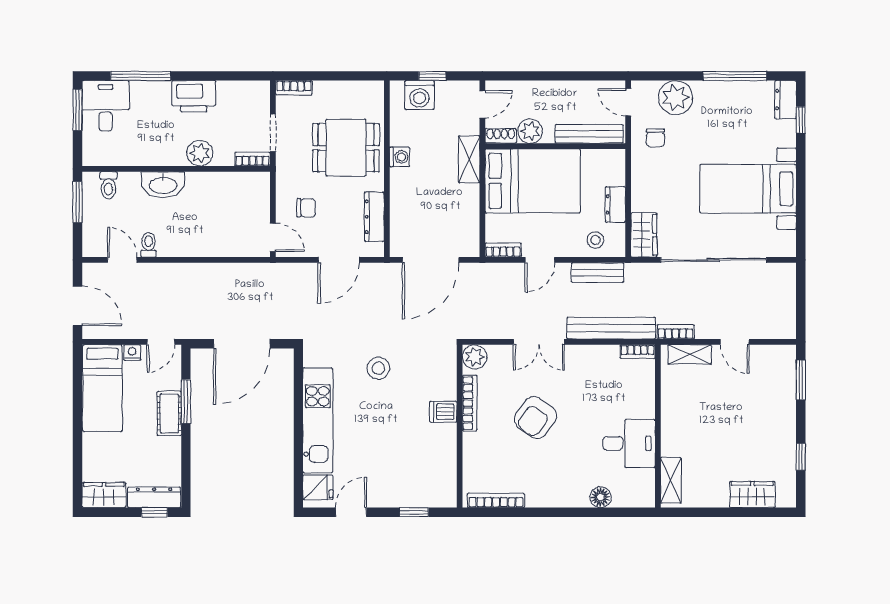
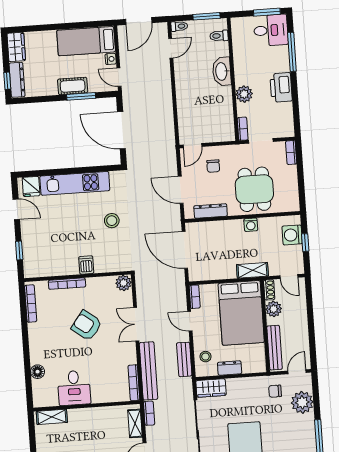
toilet: (149, 245) -> (179, 26), moved
bookcase: (638, 352) -> (134, 383), width x1.56
bookcase: (470, 403) -> (67, 284), moved

